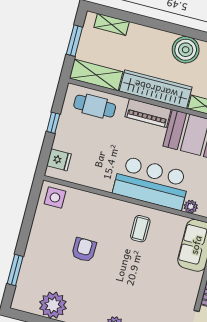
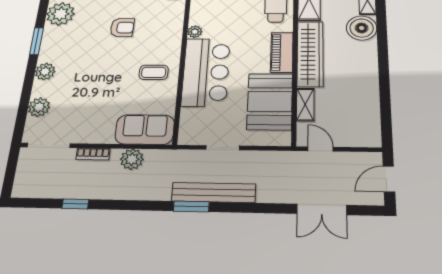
boiler: (186, 50) -> (362, 28), moved
plant: (191, 207) -> (195, 32), moved

